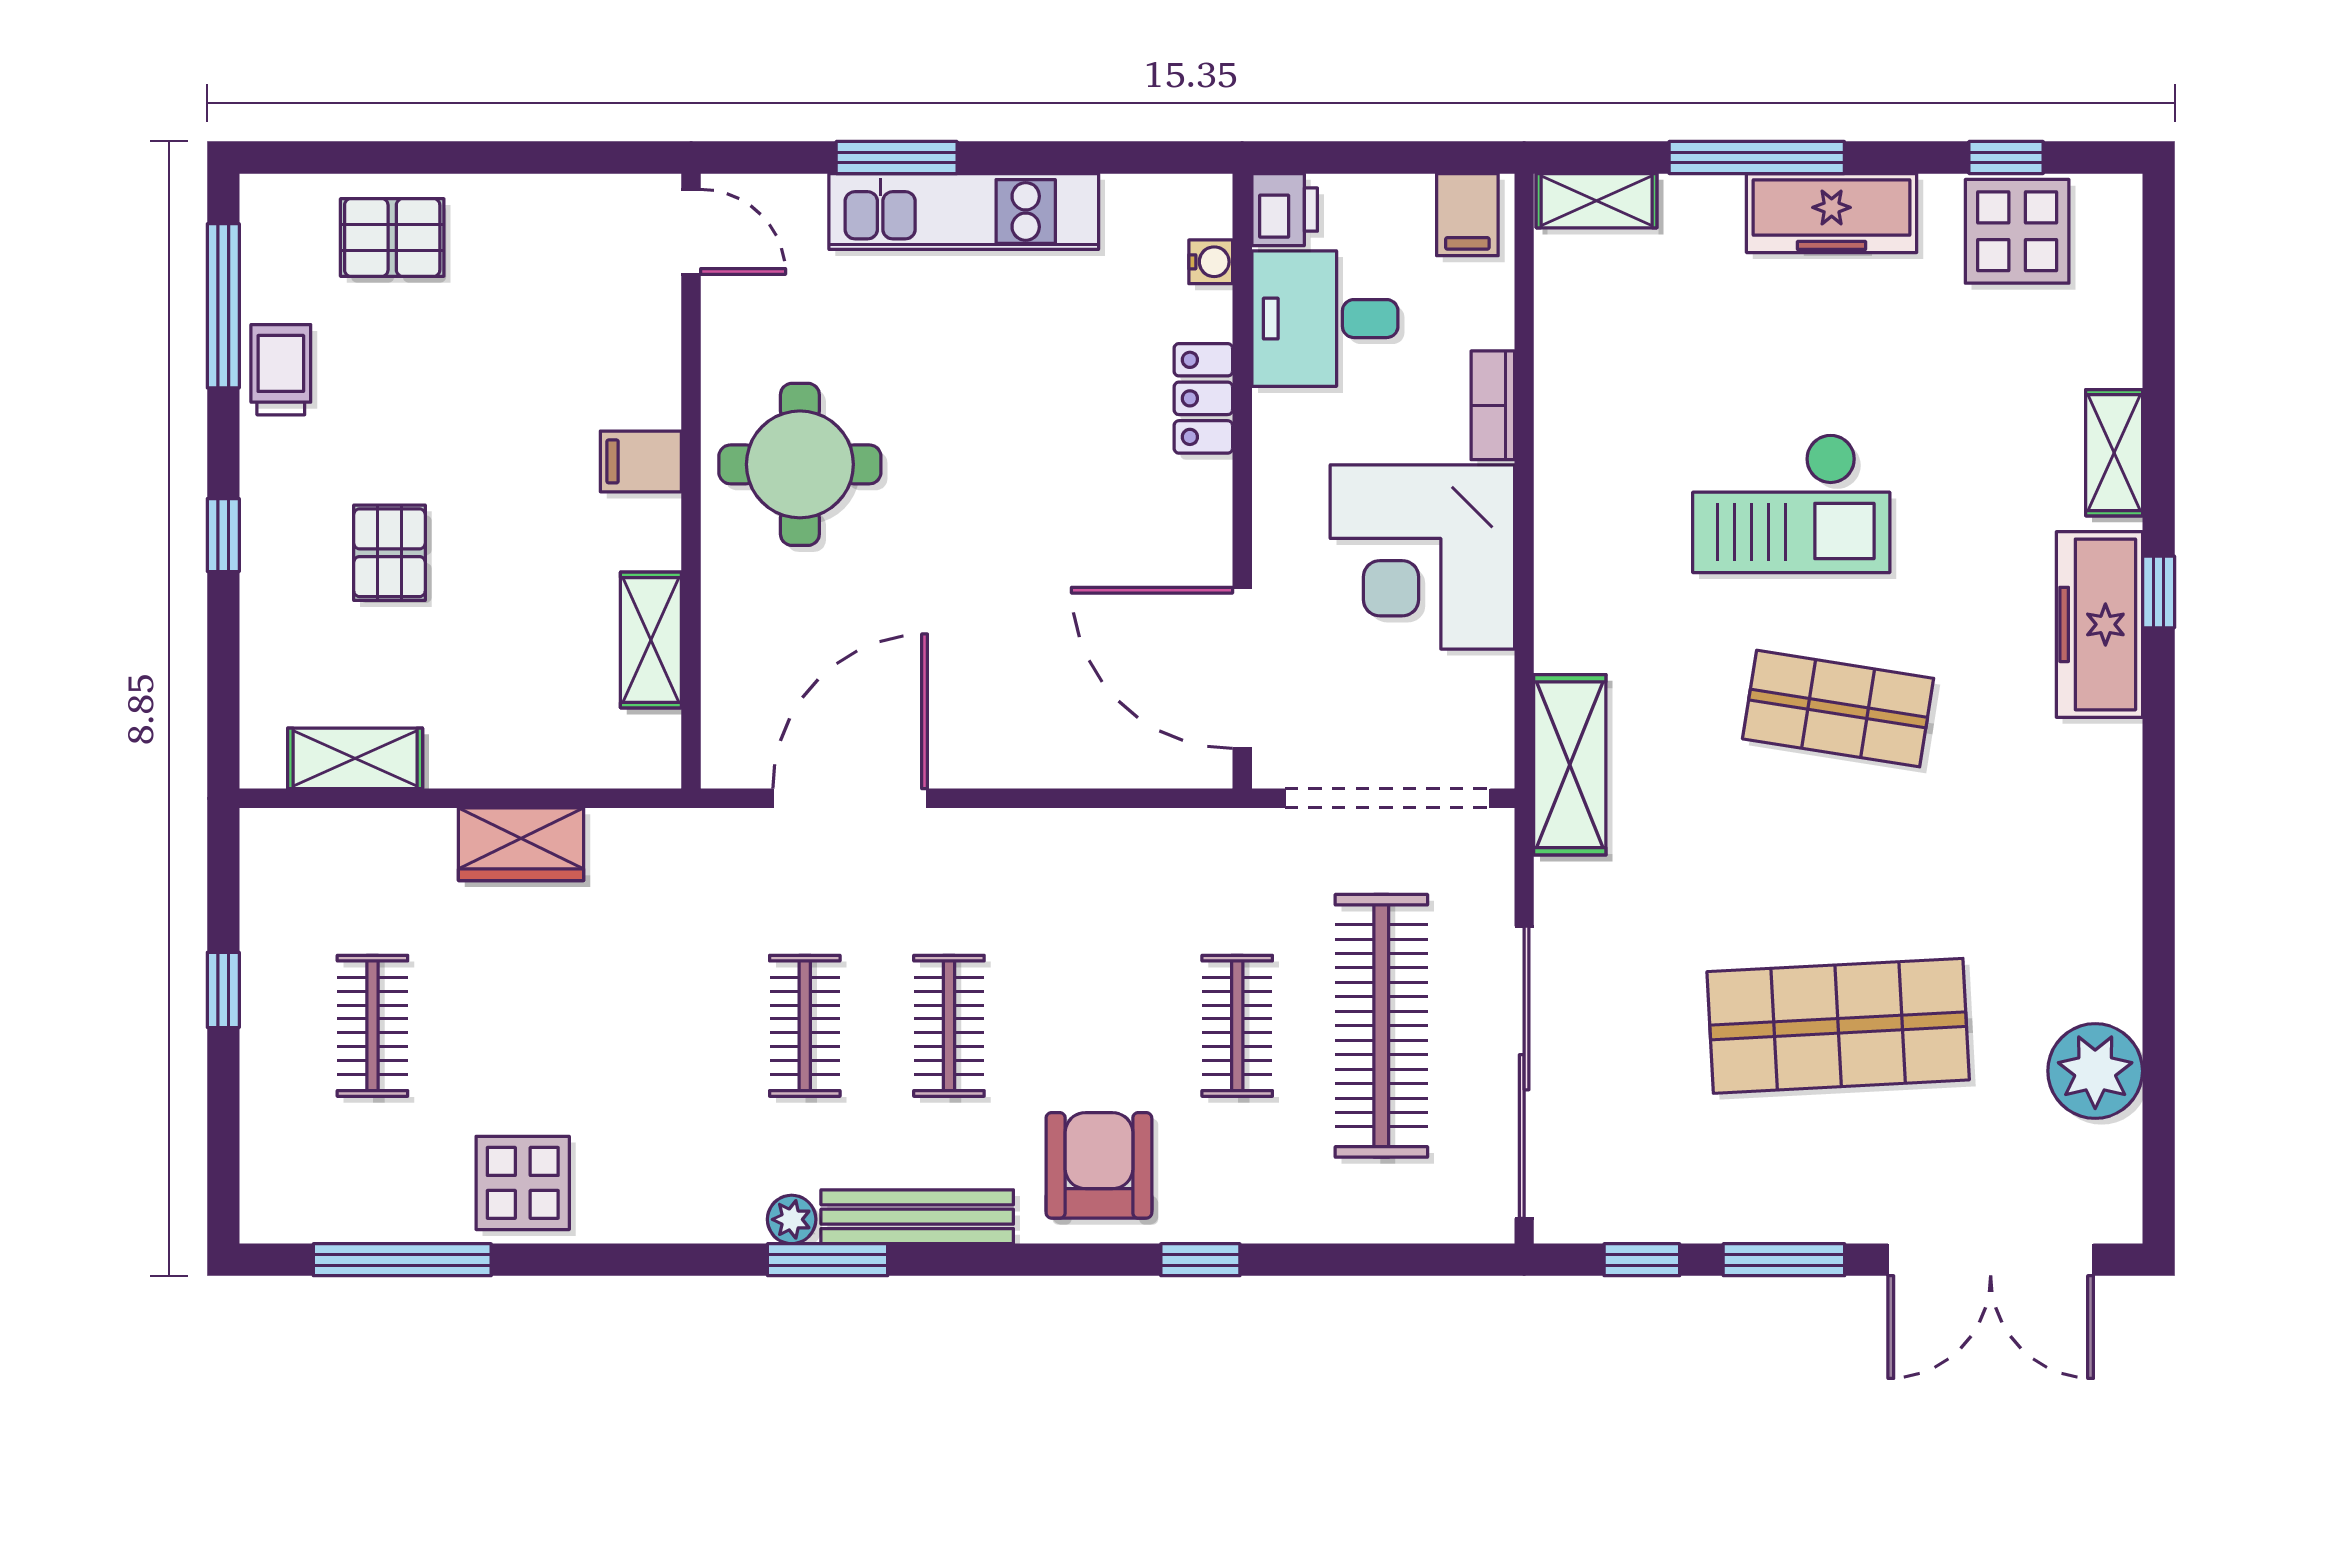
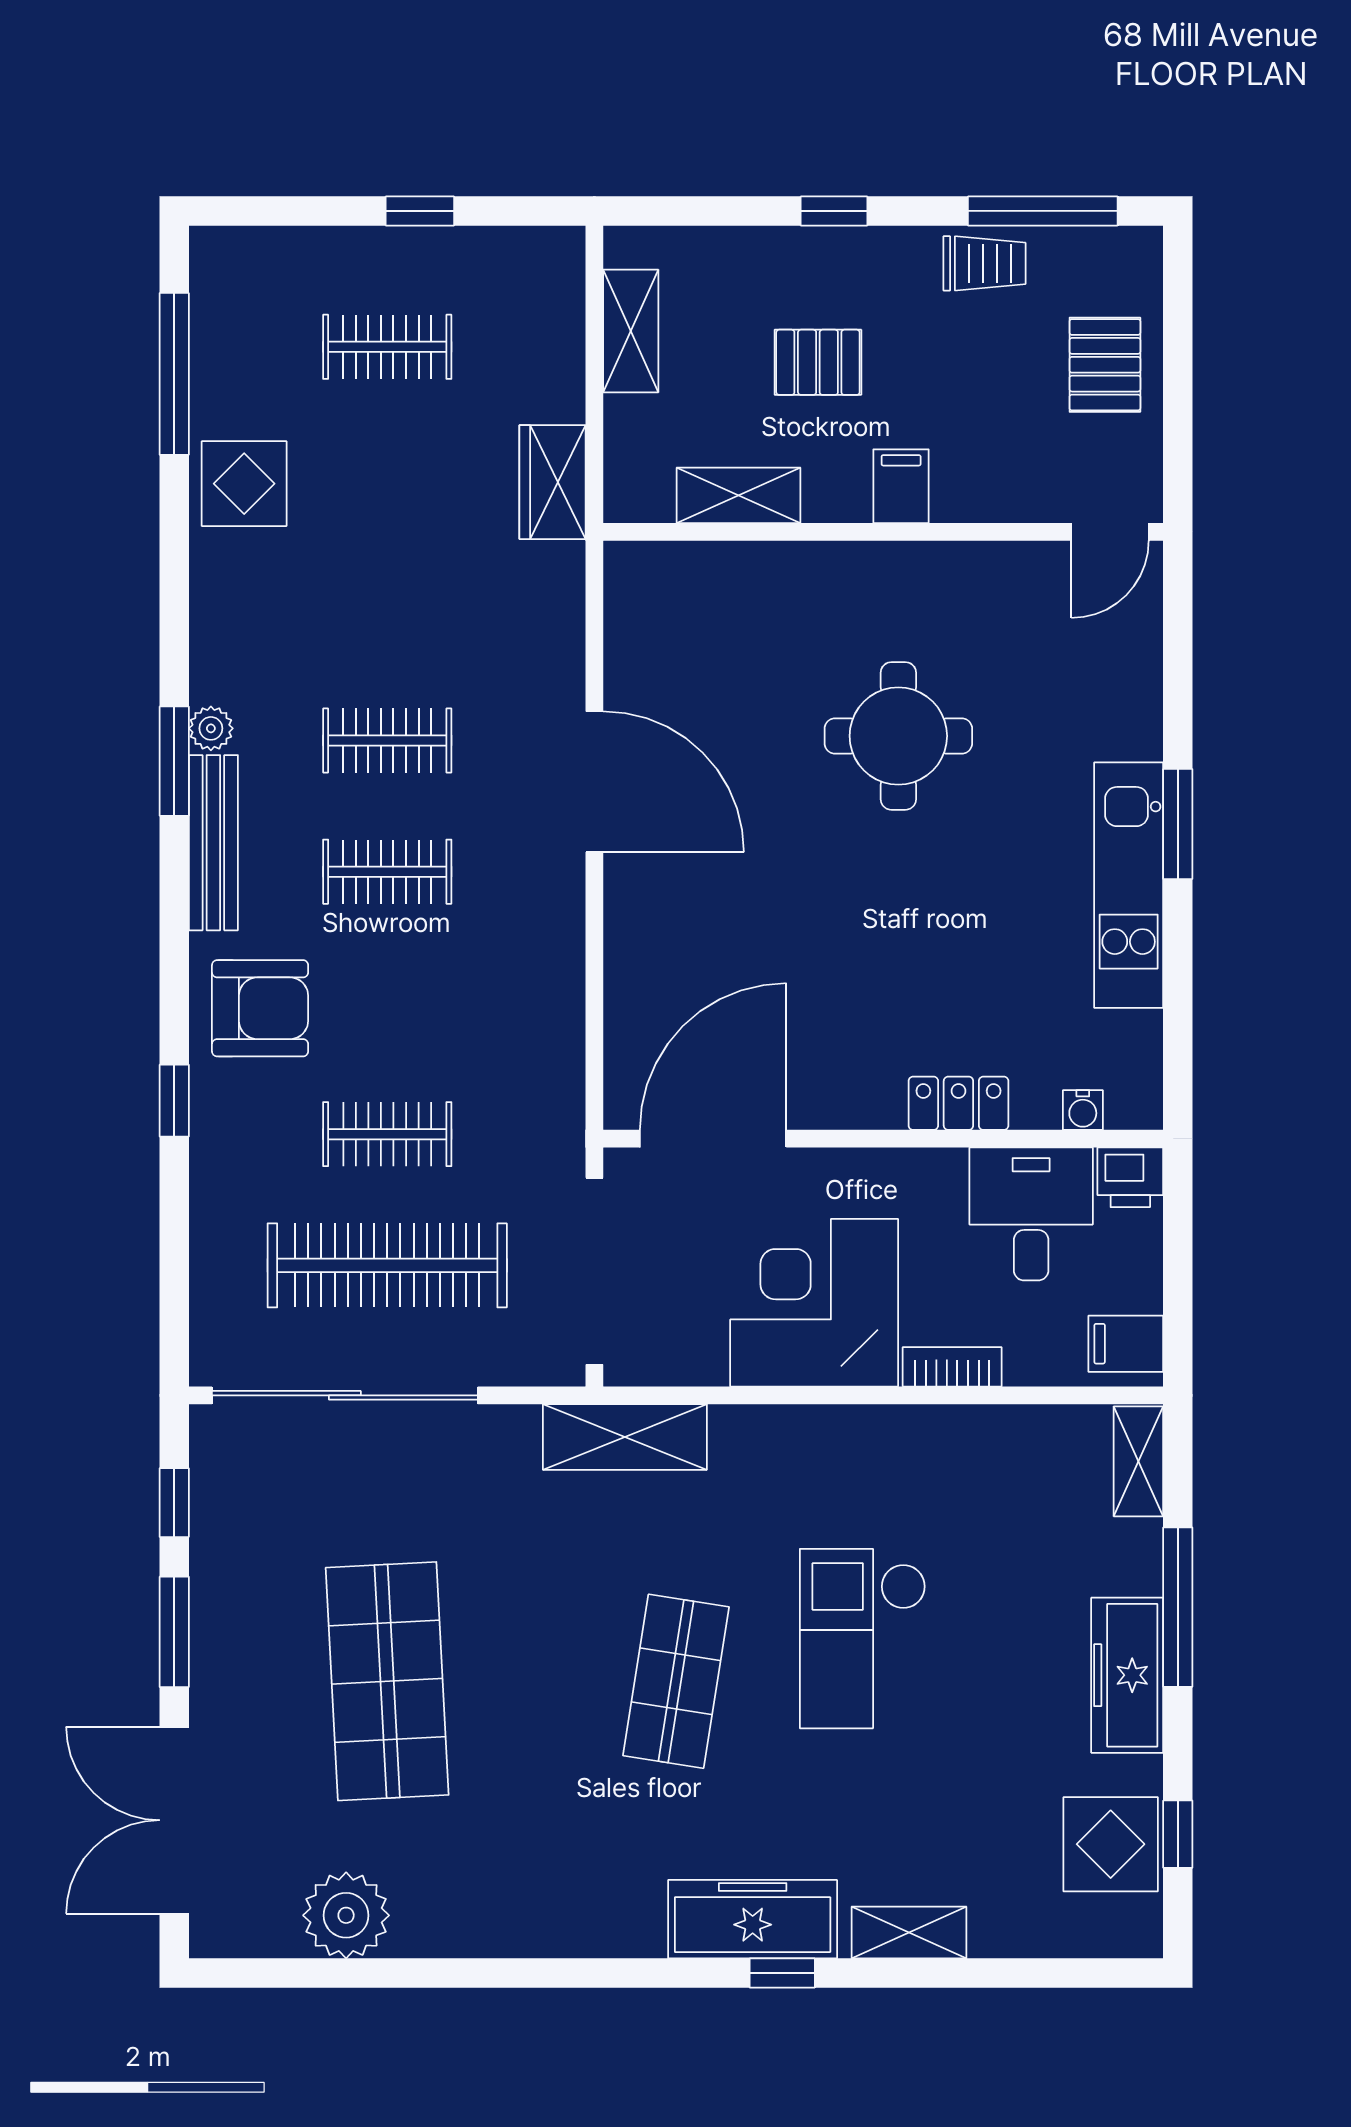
door: (691, 232) -> (1110, 532), moved
filing cabinet: (641, 461) -> (901, 486), moved
wall: (691, 481) -> (883, 532), moved
shelving: (651, 640) -> (738, 495), moved

